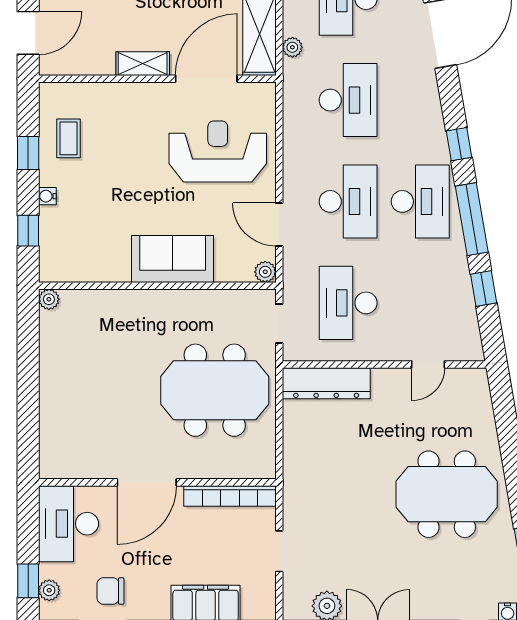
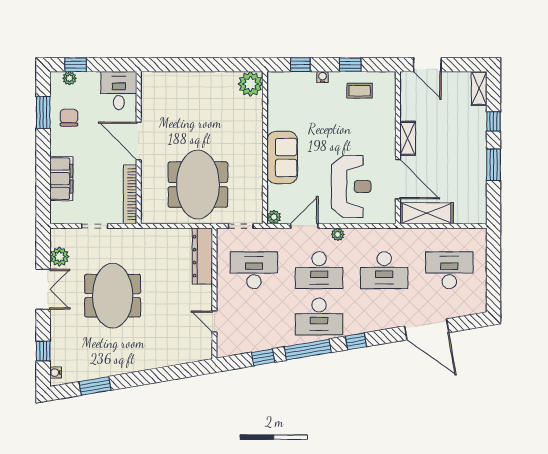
plant: (292, 47) -> (338, 234), moved
plant: (49, 299) -> (250, 84), width x1.87, depth x1.87
meeting table: (447, 494) -> (113, 296), moved
desk: (68, 524) -> (119, 91), width x0.73

